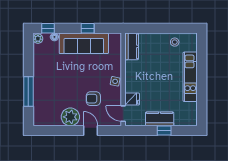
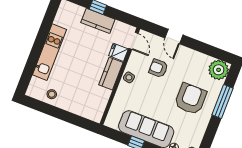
kitchen counter: (132, 46) -> (111, 74), moved
armchair: (56, 83) -> (191, 99), added
armchair: (93, 99) -> (158, 68), turned 180
plant: (70, 117) -> (219, 70), moved

